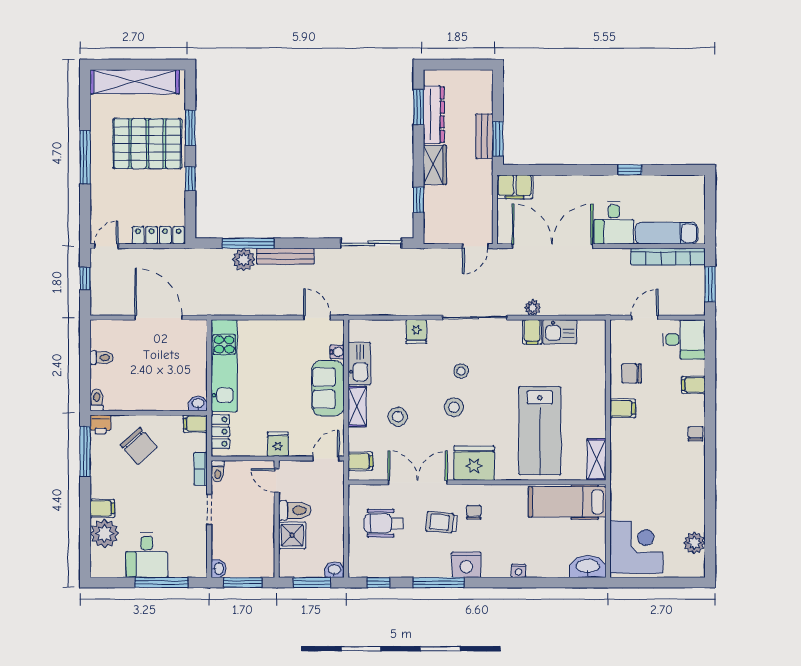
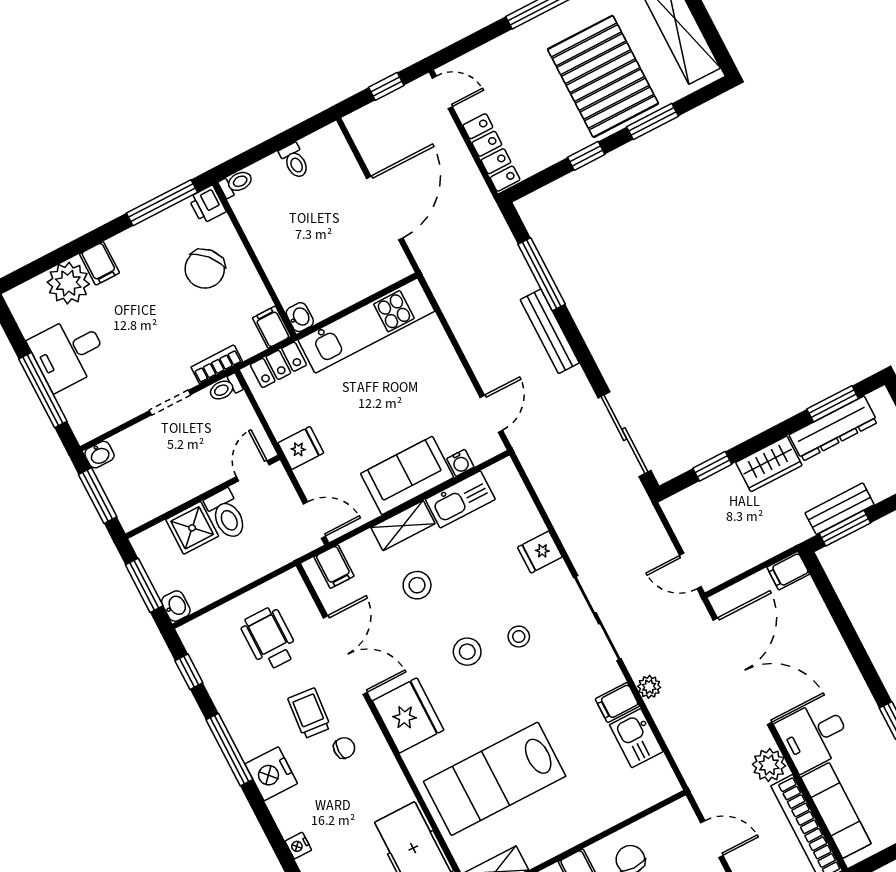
filing cabinet: (515, 187) -> (788, 571), width x0.50
plant: (244, 260) -> (769, 765), moved

